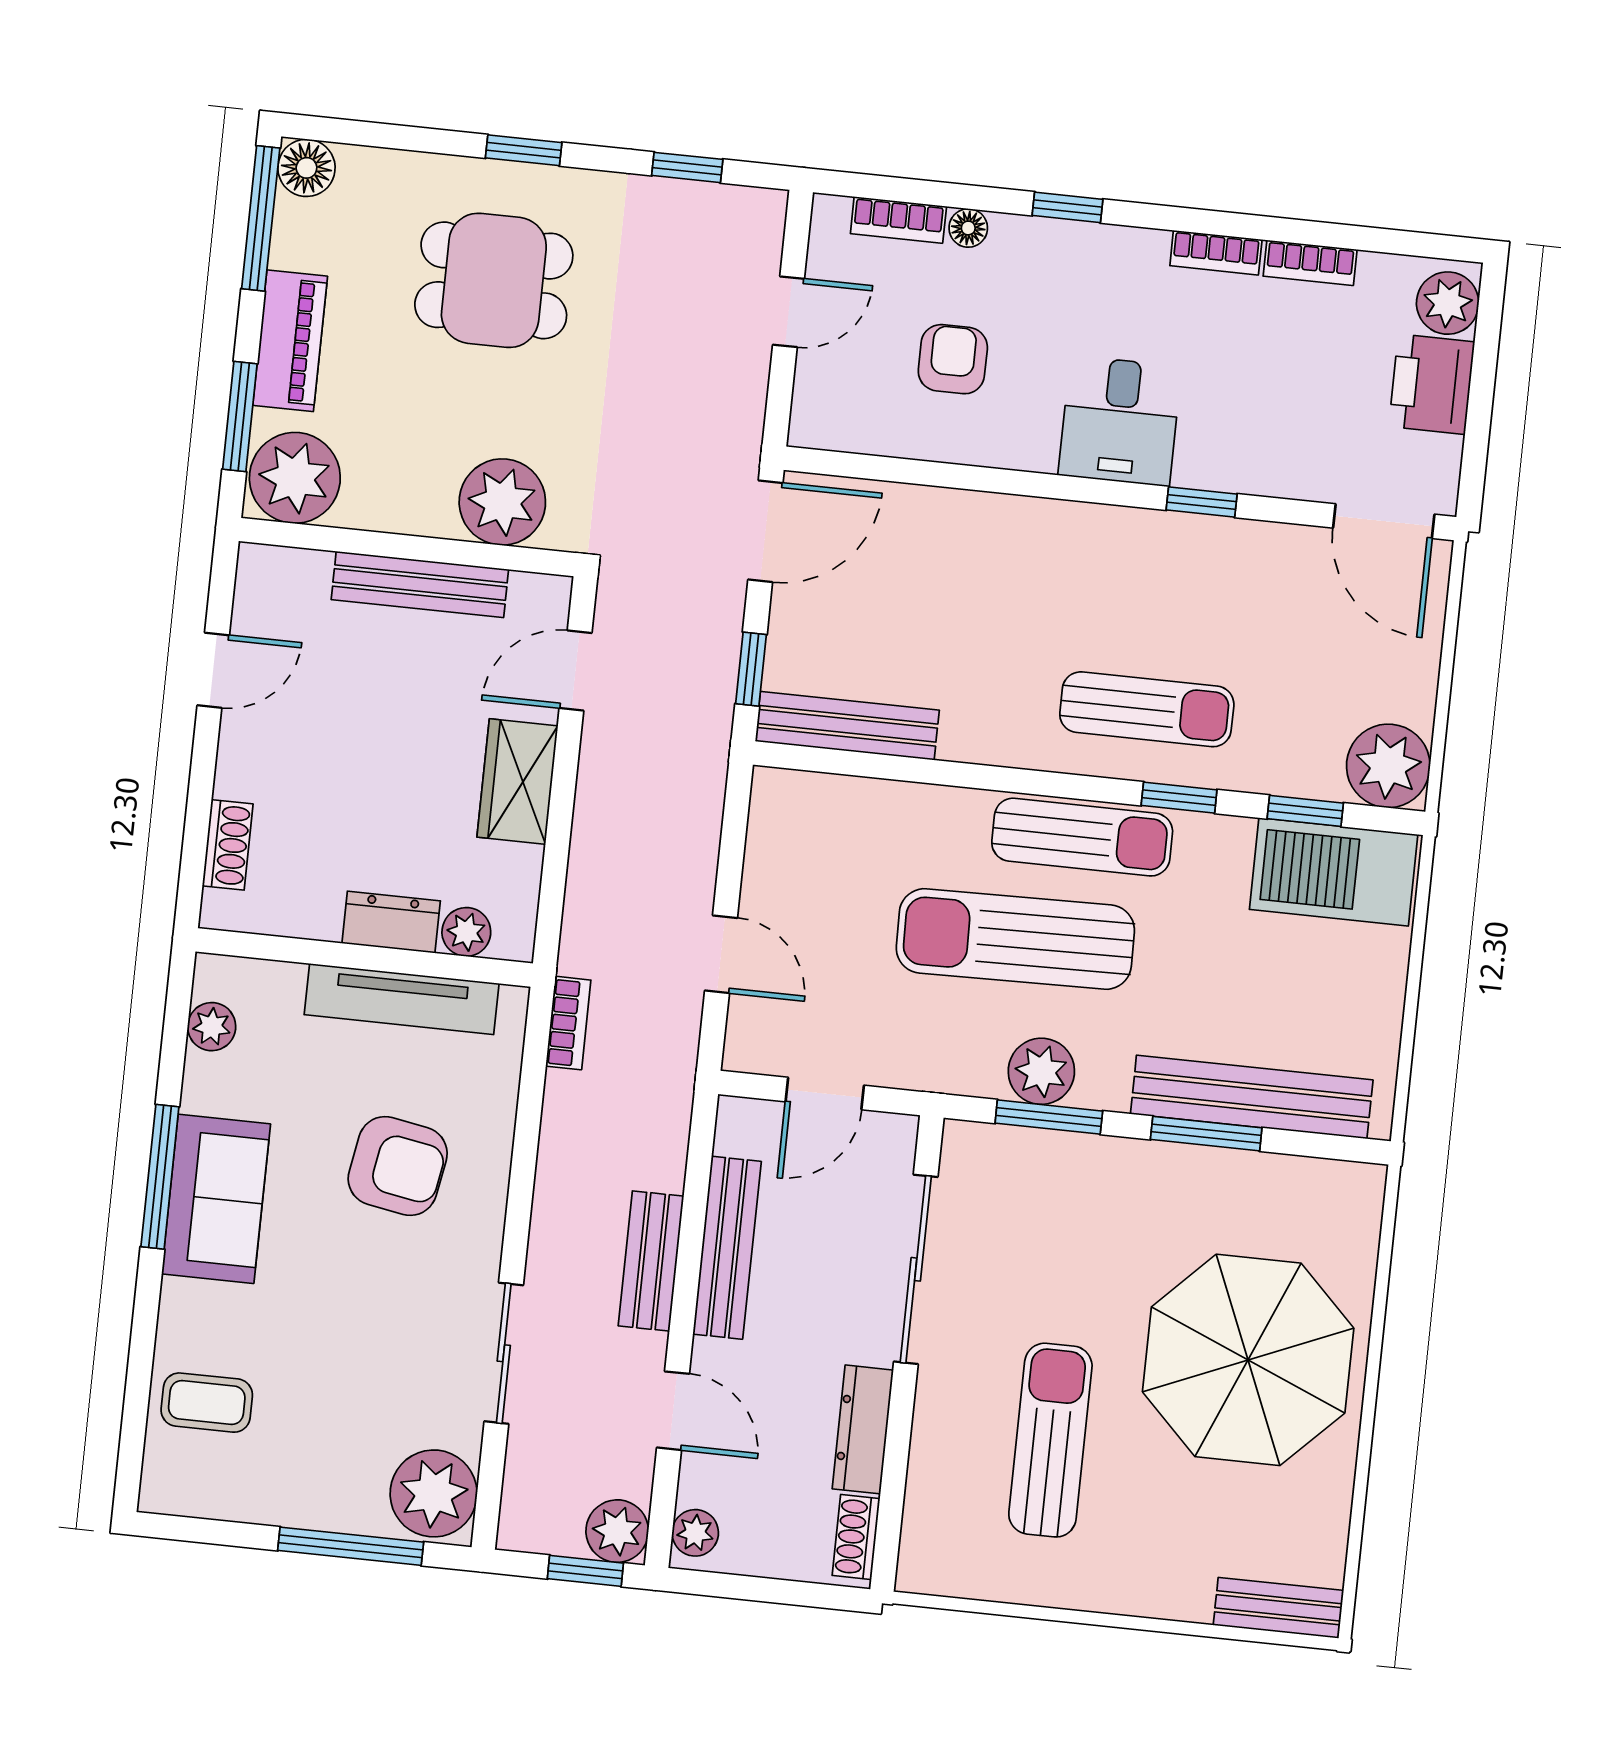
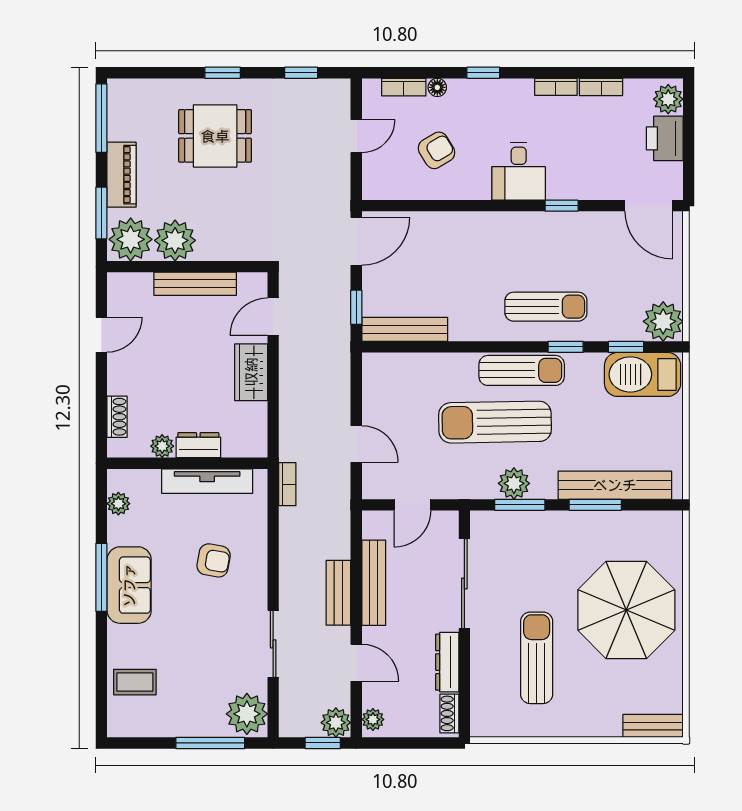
floor lamp: (306, 168) -> (121, 92), removed
armchair: (953, 359) -> (437, 150), turned 59
plant: (502, 502) -> (175, 240), moved
plant: (466, 932) -> (162, 446), moved
armchair: (398, 1166) -> (214, 560), width x0.72, depth x0.72

